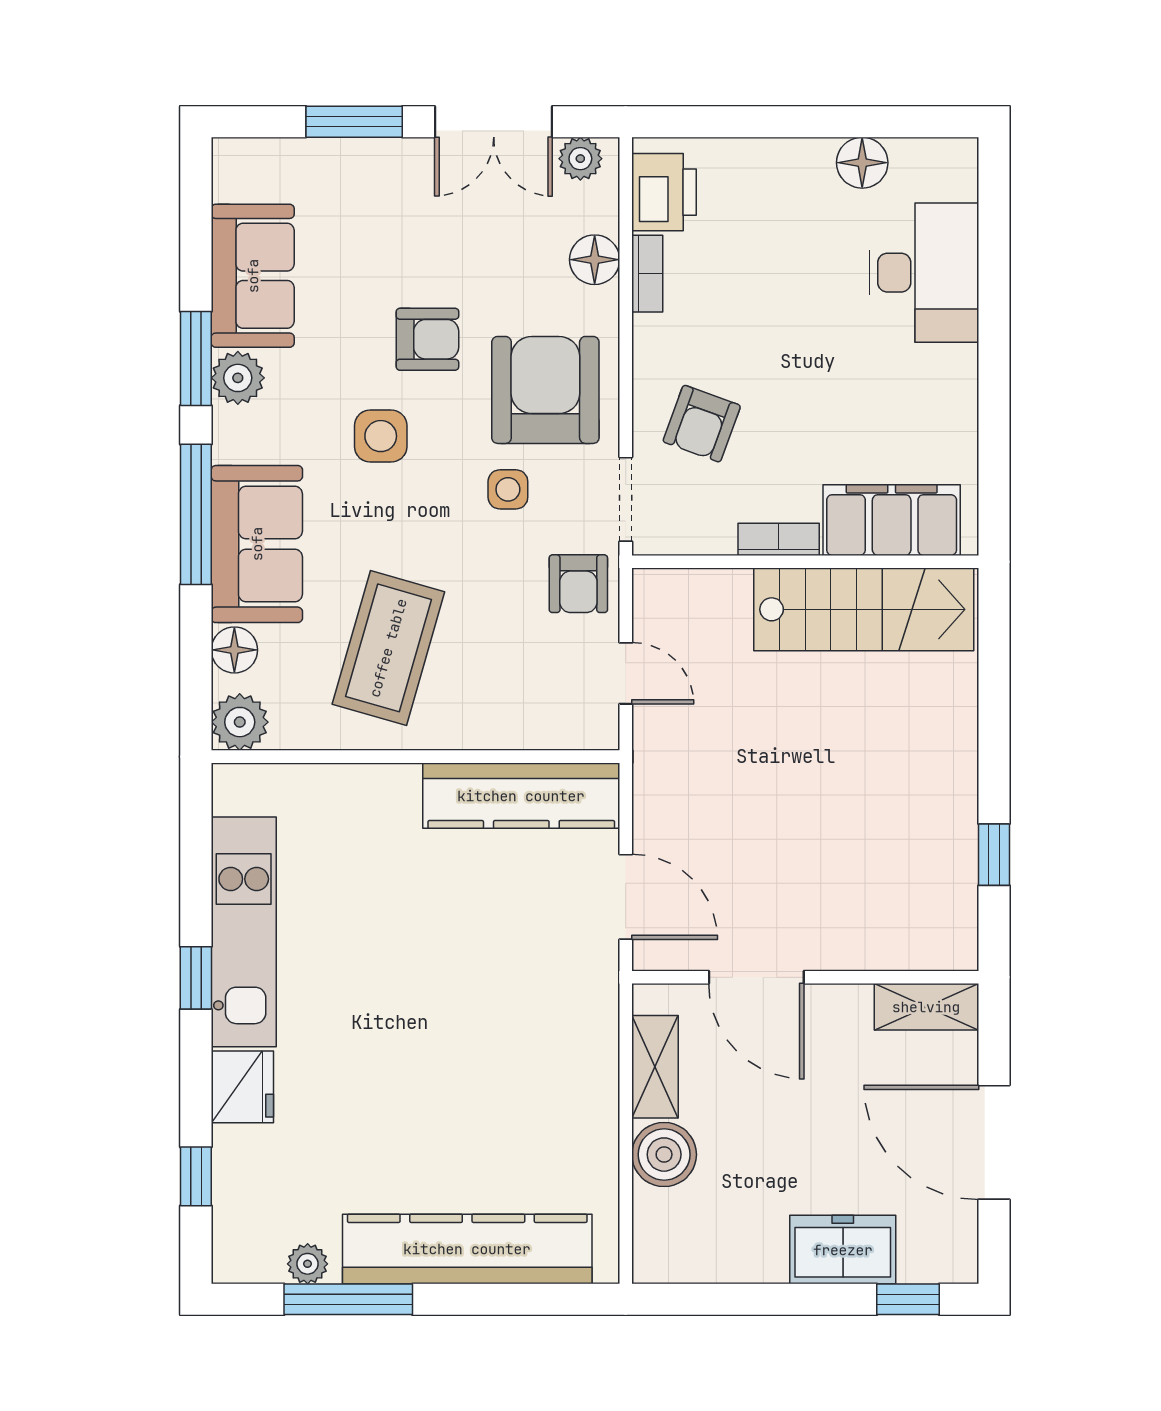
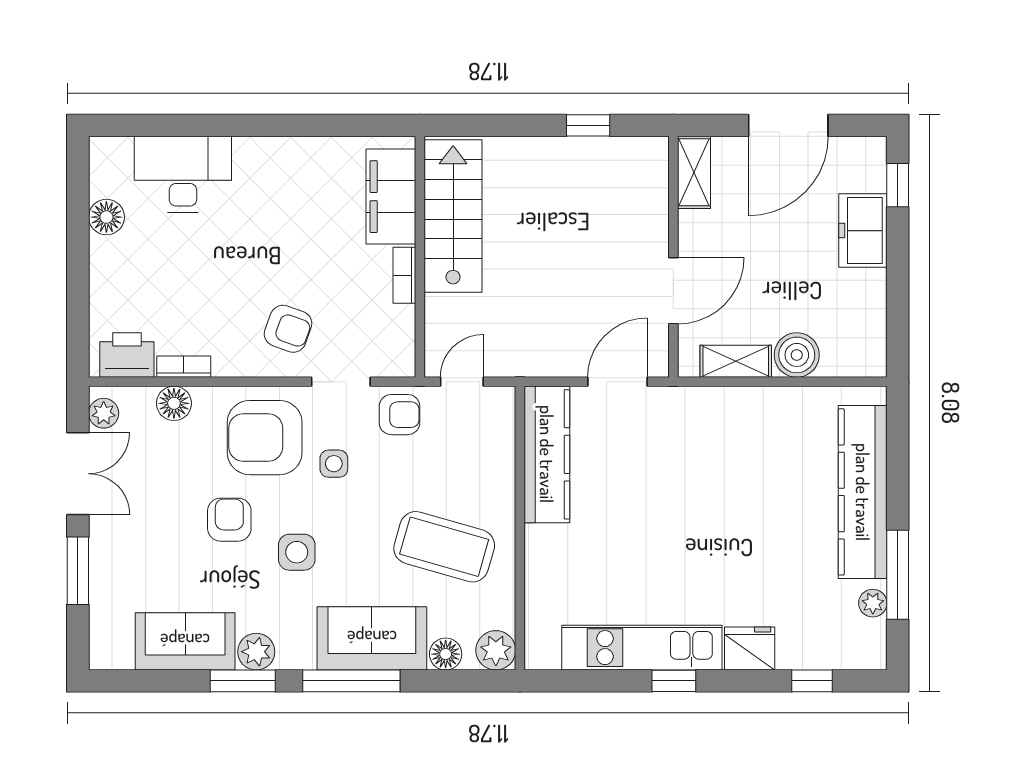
filing cabinet: (892, 520) -> (391, 197), moved
bookcase: (779, 539) -> (404, 275), moved
wall: (805, 562) -> (420, 257), moved
stairs: (864, 609) -> (453, 216), moved

